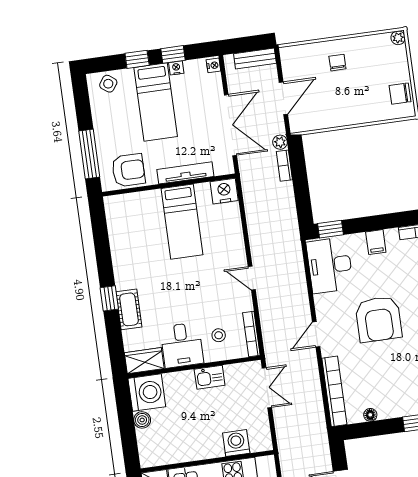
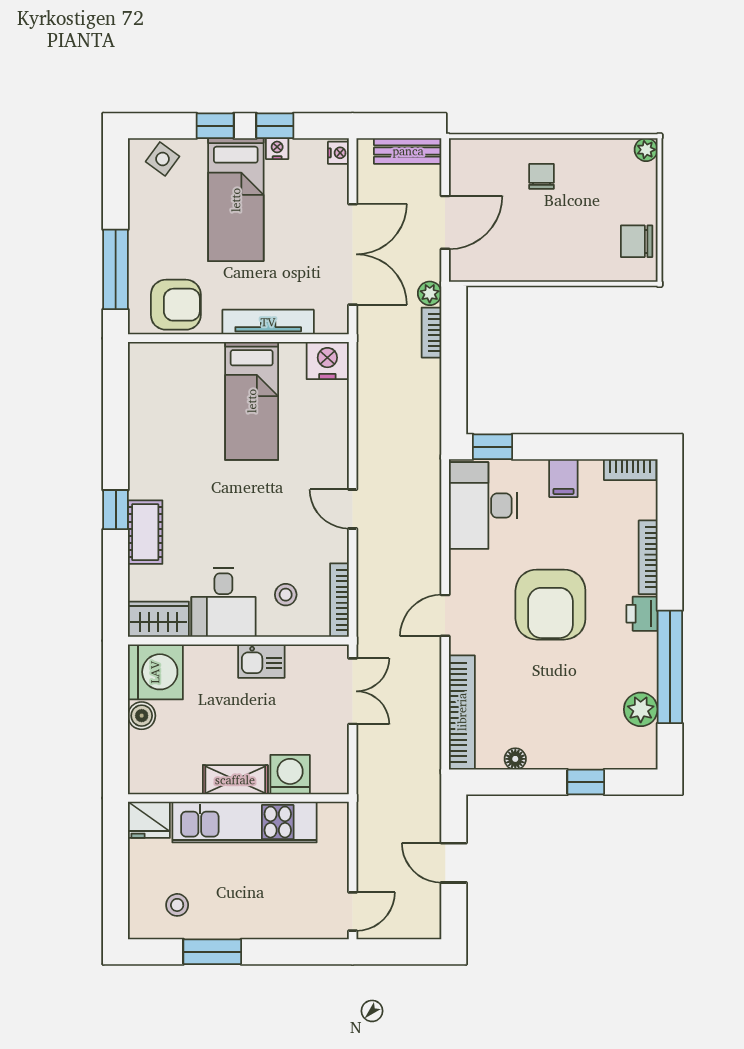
shelving: (204, 451) -> (235, 780), added

